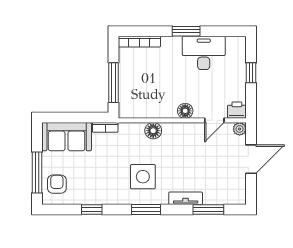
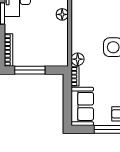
window: (113, 83) -> (30, 70), moved
floor lamp: (153, 131) -> (78, 59), moved

